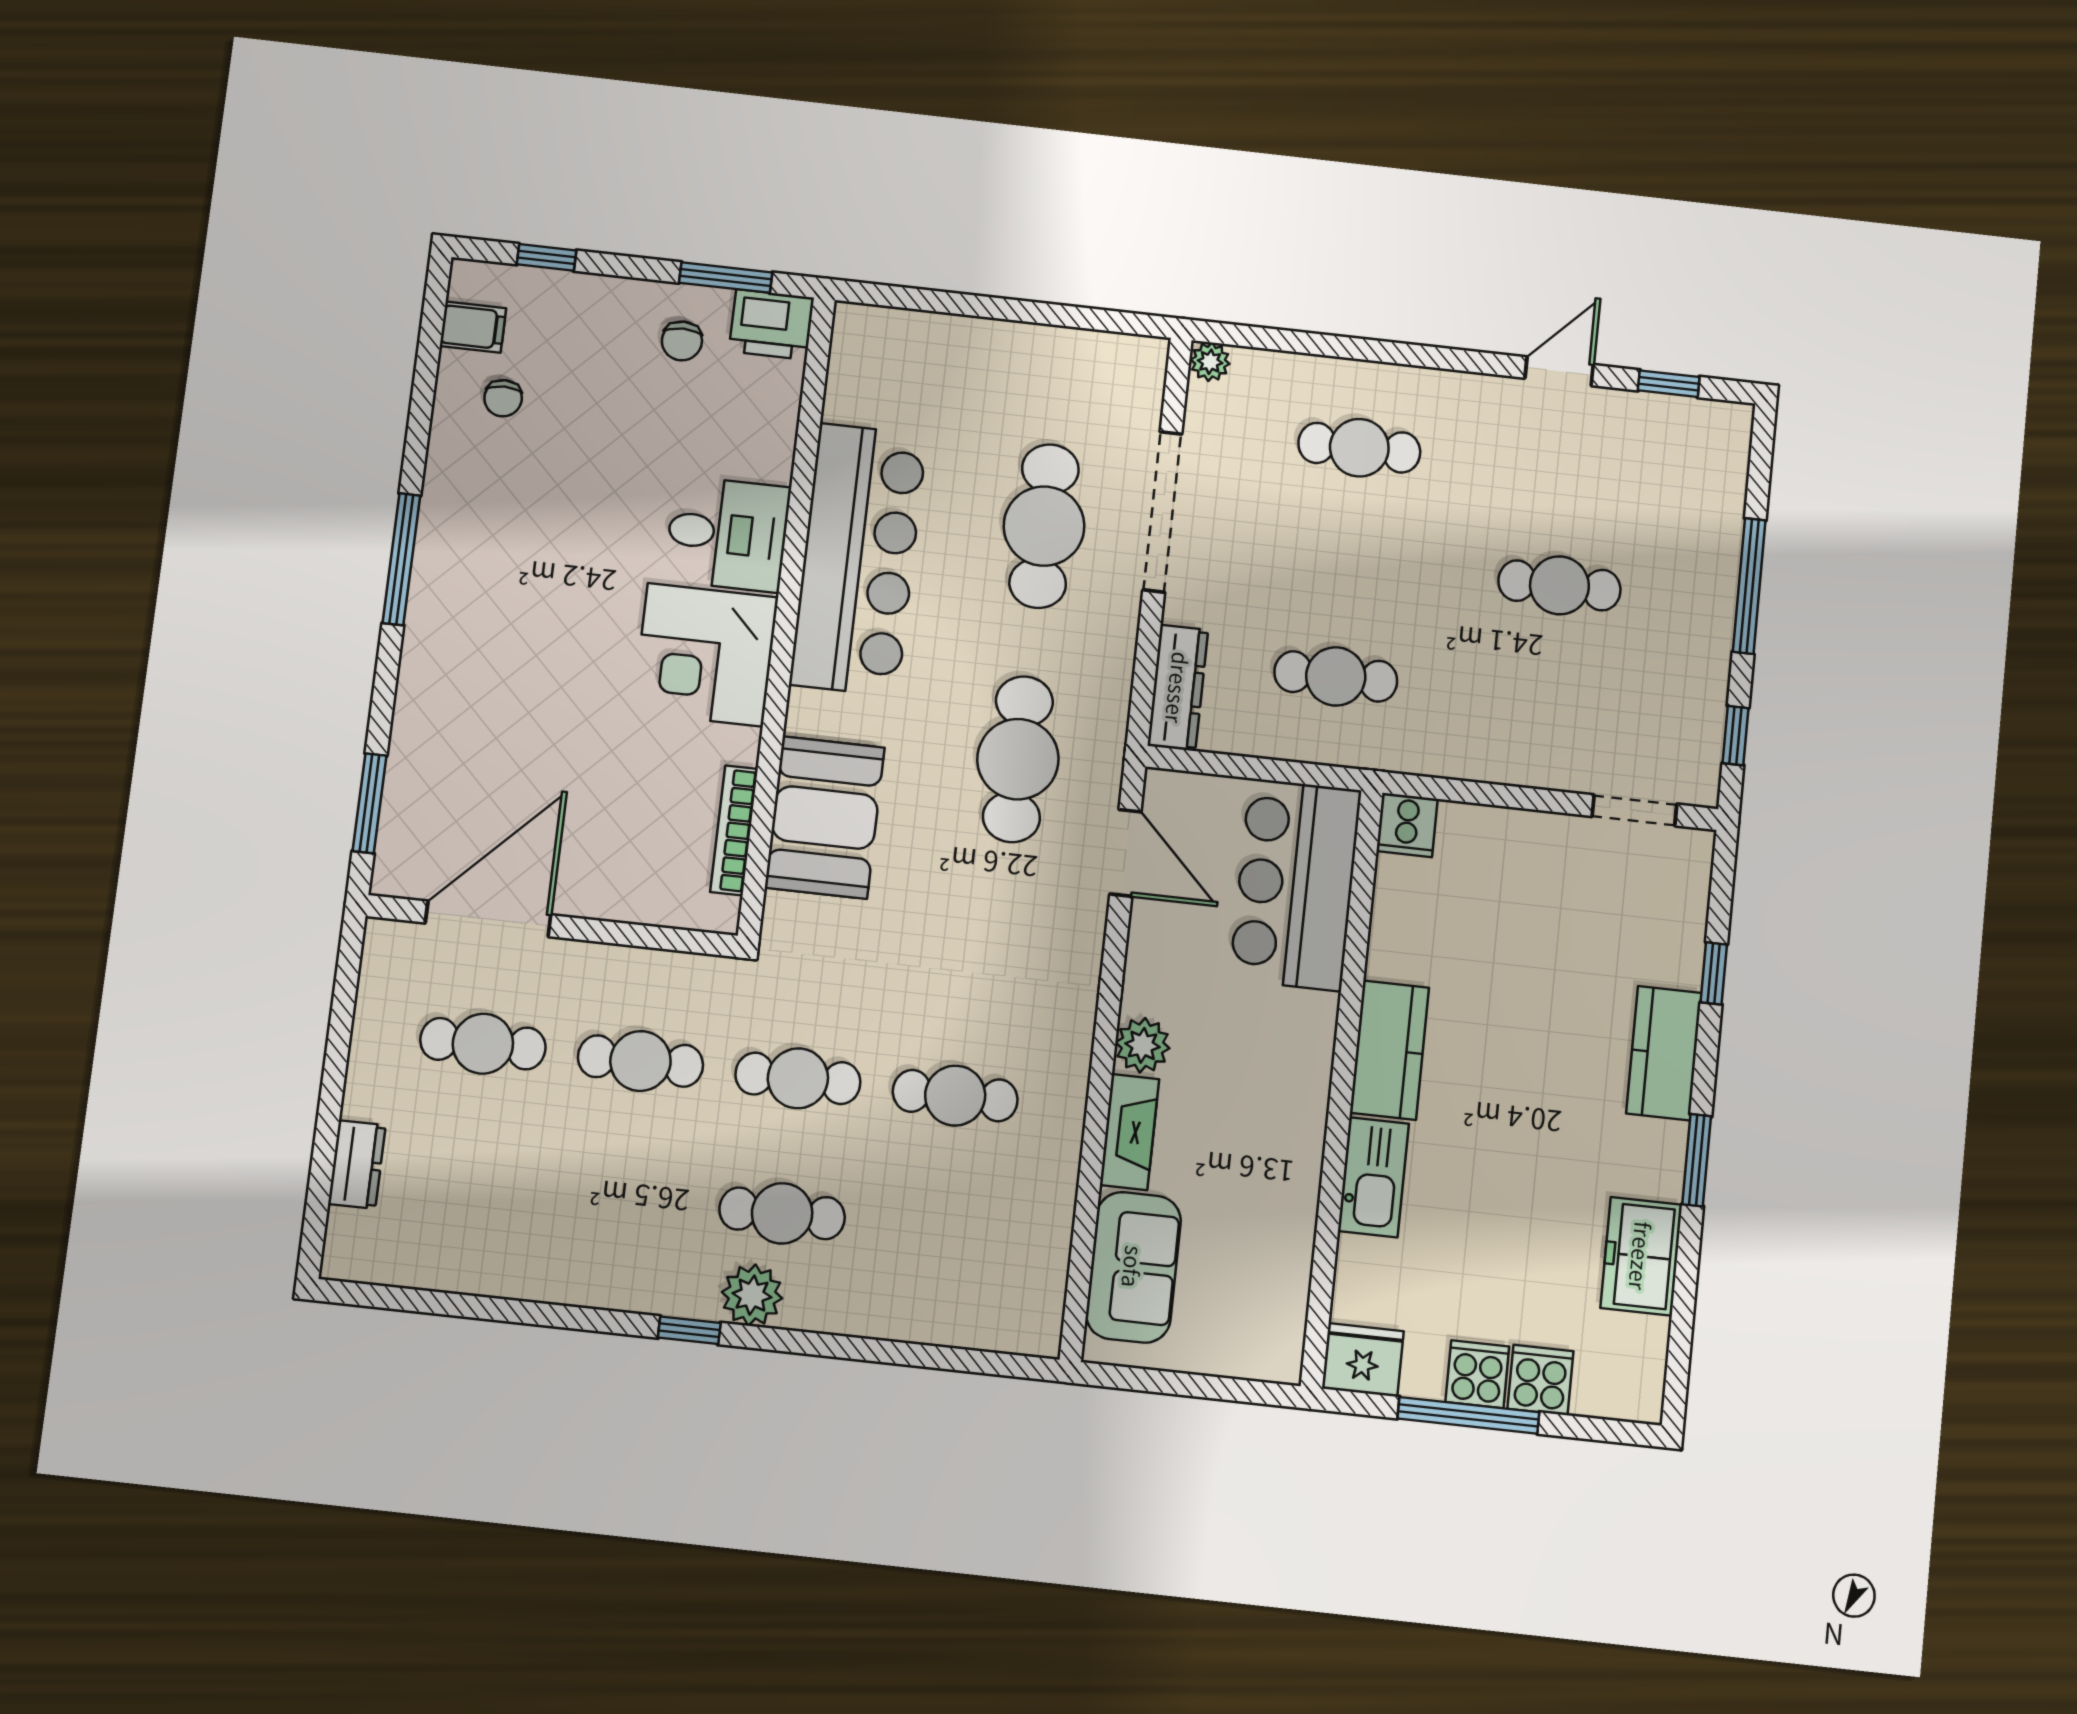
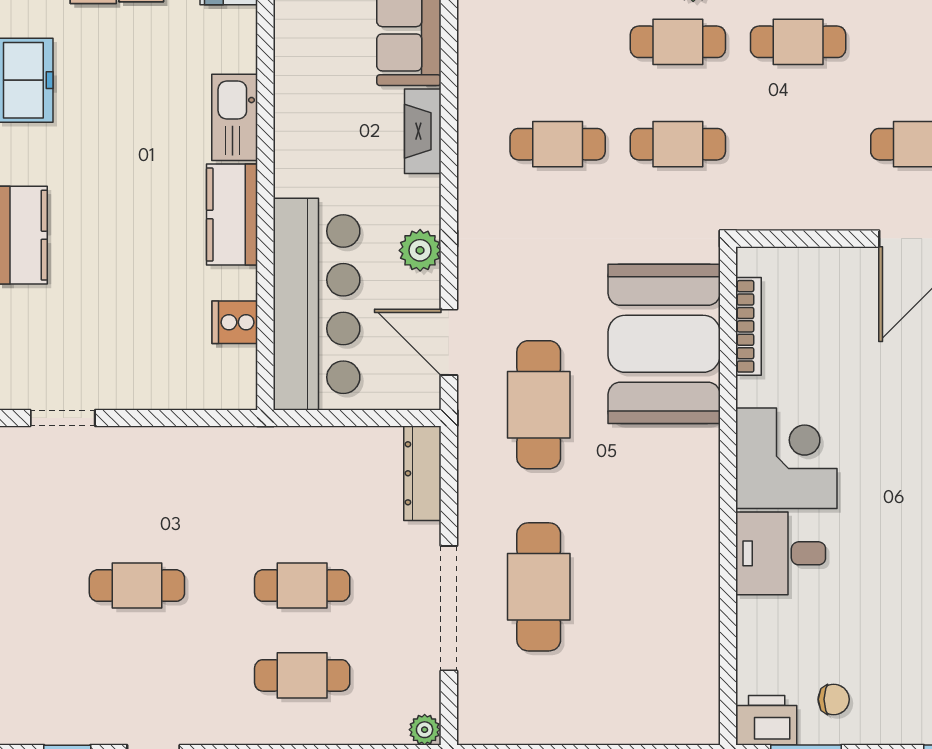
chair: (682, 341) -> (834, 699), turned 90
bar counter: (858, 559) -> (678, 545), removed
cafe table: (1336, 676) -> (302, 586), moved
booth: (825, 818) -> (664, 344), width x1.36, depth x1.42
cooker: (1407, 825) -> (235, 322), moved, turned -90
bar counter: (1295, 885) -> (317, 304), width x1.36
plant: (1143, 1045) -> (420, 250), moved
cafe table: (640, 1061) -> (798, 42), moved

